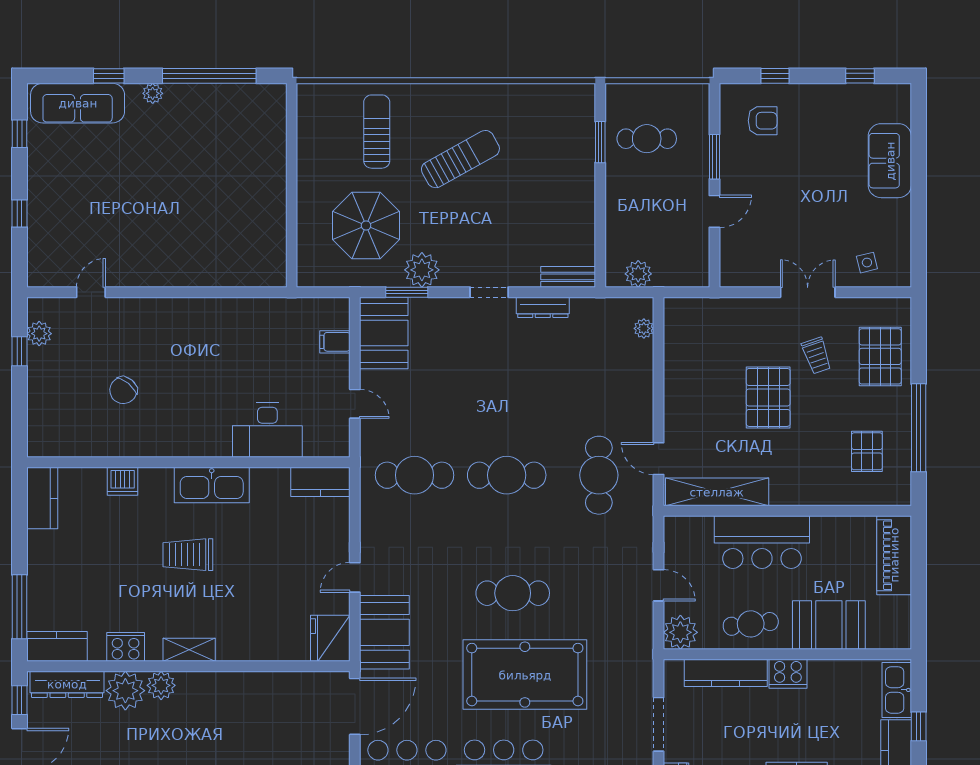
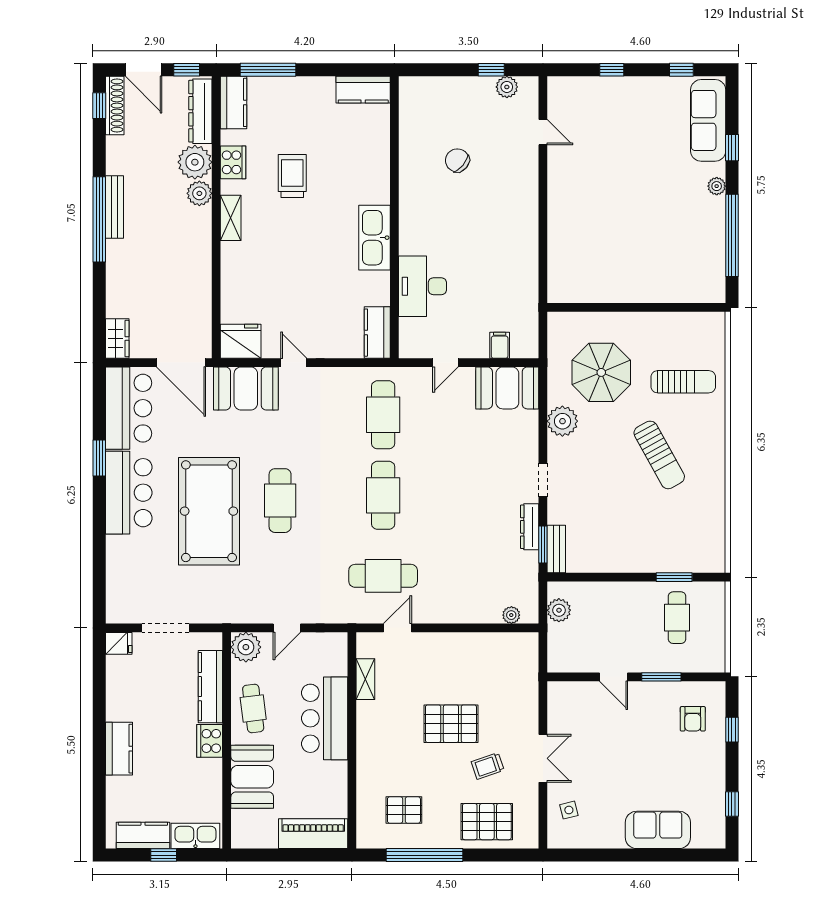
window: (407, 292) -> (543, 545), moved
dishwasher: (123, 481) -> (378, 160), removed
shelving: (717, 492) -> (365, 679), width x0.45, depth x0.75
trolley: (188, 555) -> (292, 176), moved

